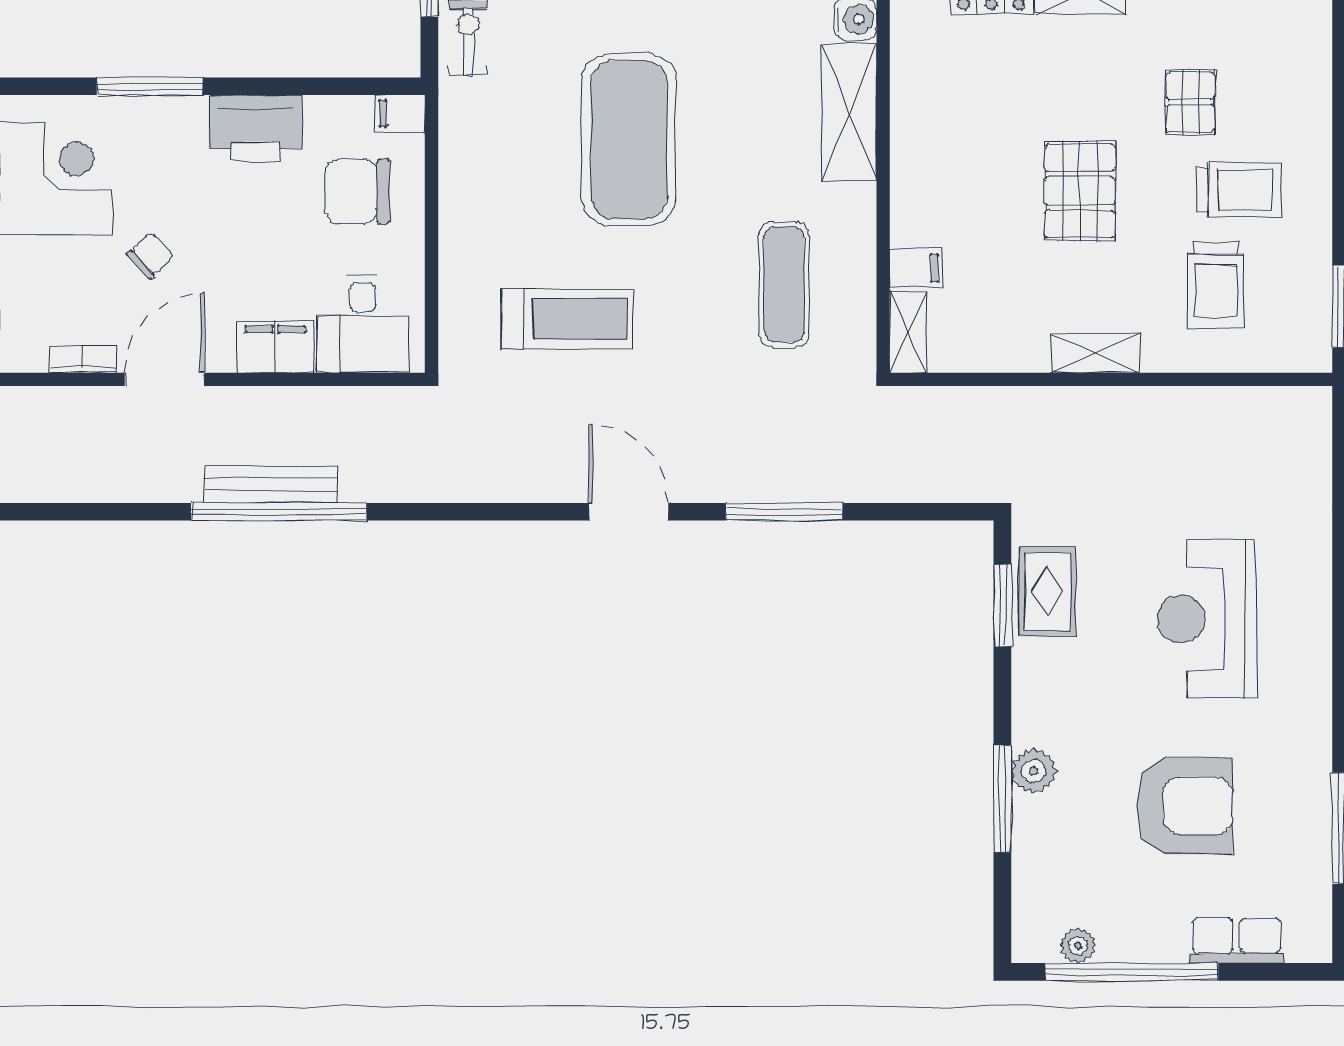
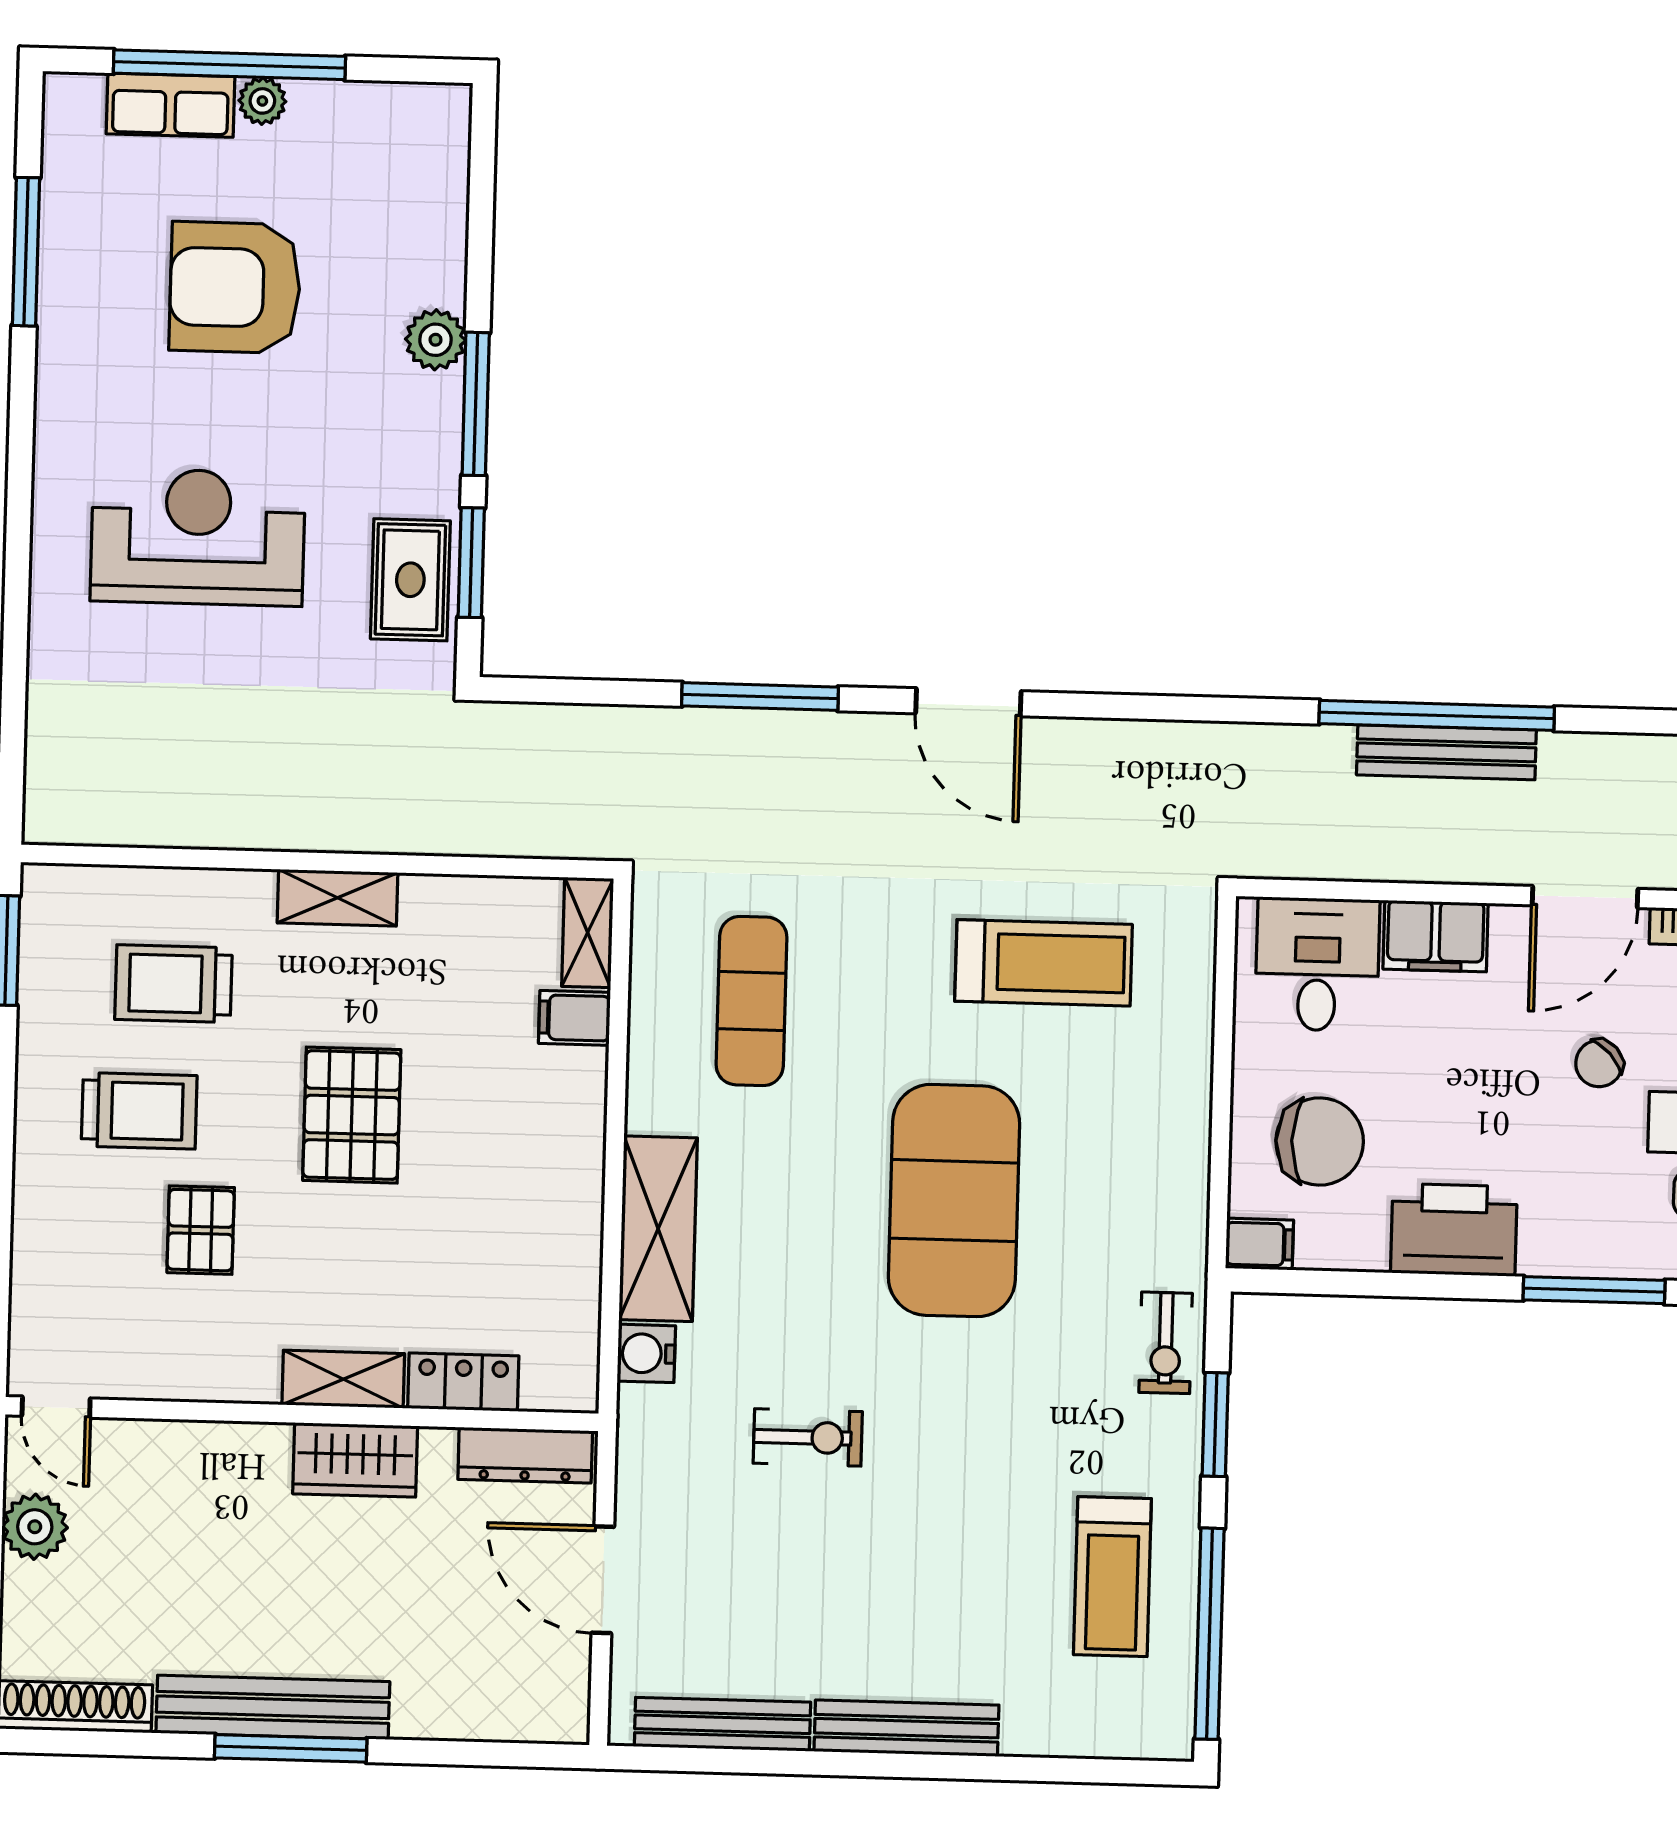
trolley: (1239, 190) -> (139, 1111), turned 180
trolley: (1216, 285) -> (173, 984), turned -90
treadmill: (567, 319) -> (1044, 963), turned 180
reception desk: (1207, 619) -> (198, 537), turned -90
window: (1002, 799) -> (476, 404), moved
plant: (1078, 946) -> (262, 101), moved
window: (1132, 972) -> (229, 65), moved

